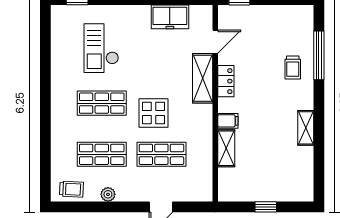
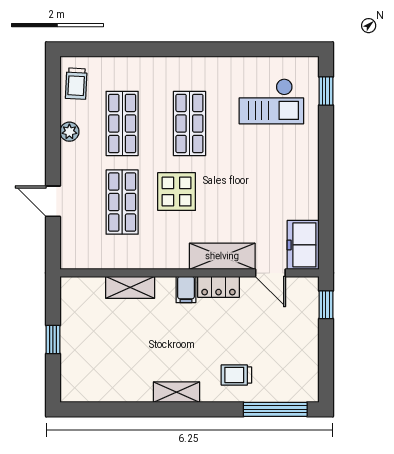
freezer: (170, 17) -> (303, 245), moved
checkout: (101, 48) -> (271, 101), moved, turned 180
window: (319, 55) -> (275, 409), moved
filing cabinet: (228, 121) -> (186, 289), moved
shelving: (306, 128) -> (177, 392), moved

